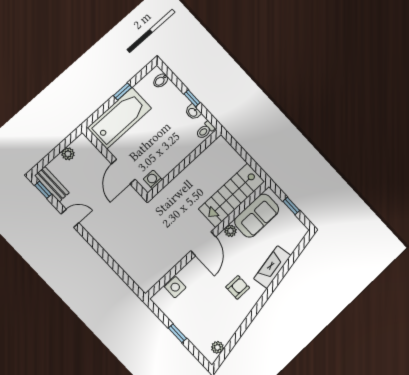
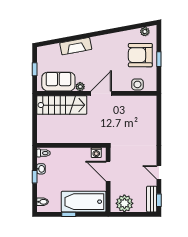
plant: (68, 154) -> (124, 203), width x1.87, depth x1.87
door: (123, 172) -> (108, 171), swing flipped
armchair: (238, 287) -> (140, 55), moved, width x1.88, depth x1.88

